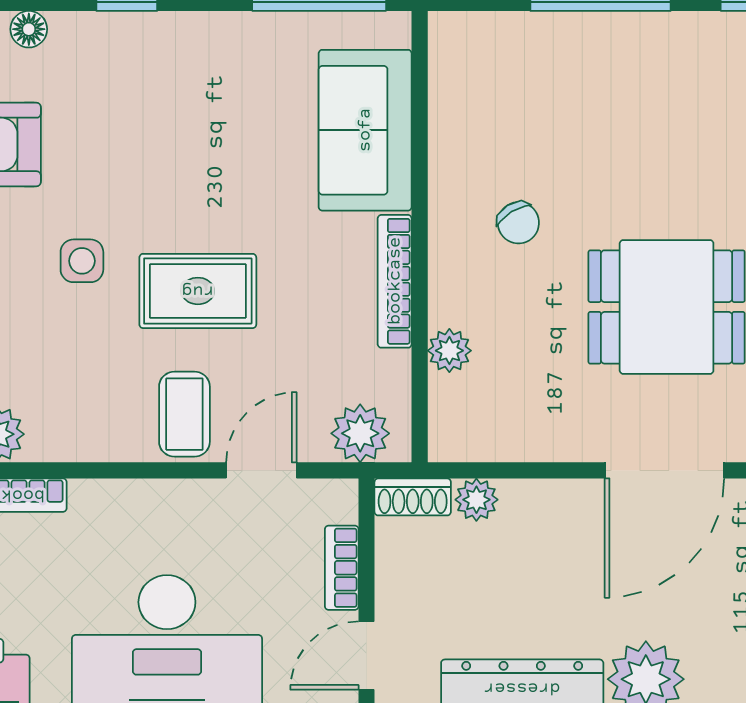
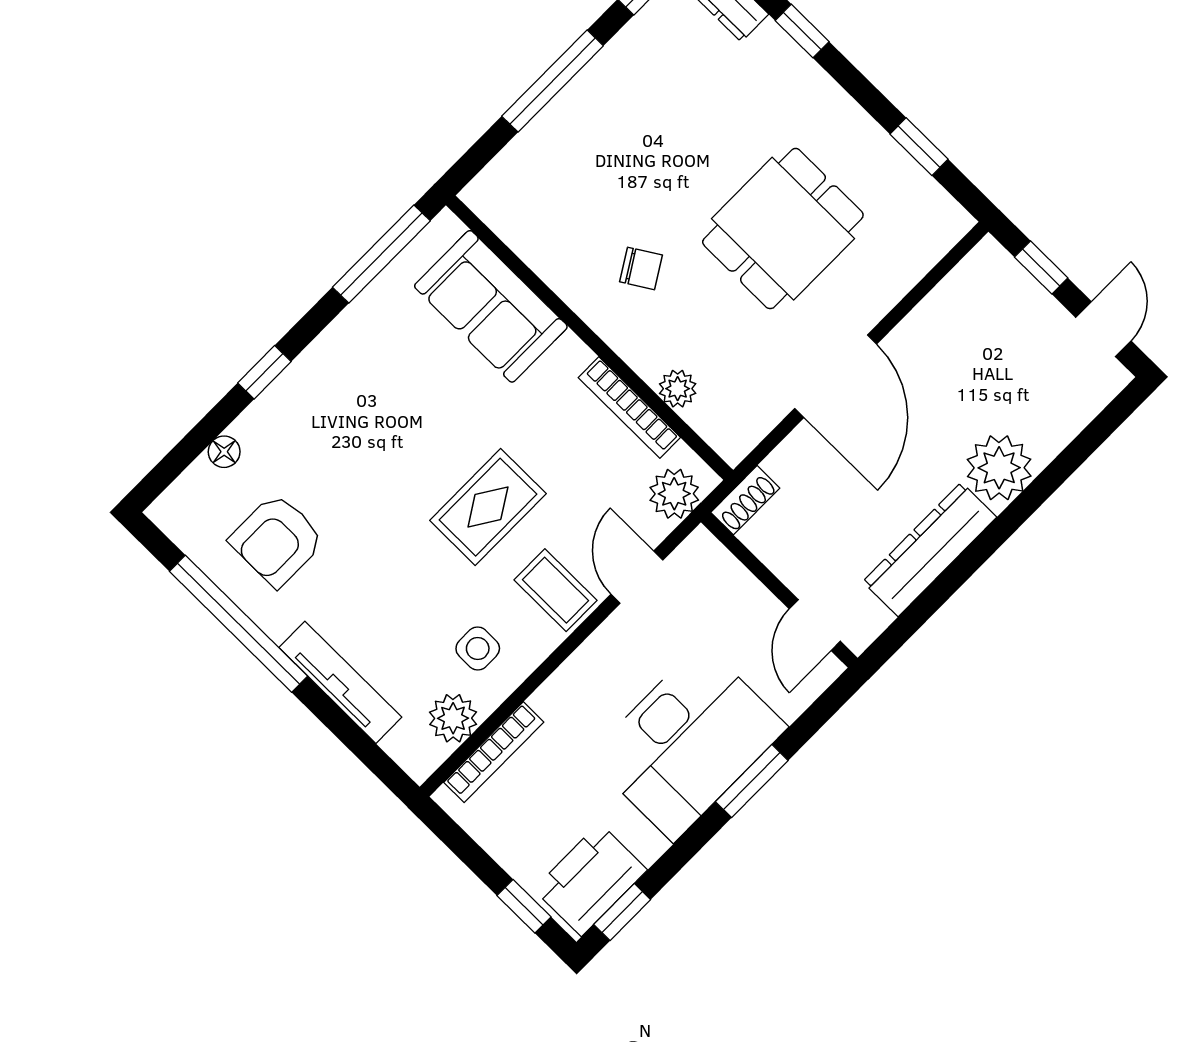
side table: (82, 261) -> (478, 649), moved
bookcase: (395, 281) -> (629, 408), moved
door: (664, 470) -> (836, 376), moved
plant: (476, 500) -> (786, 463), removed
bookcase: (342, 568) -> (746, 587), removed

